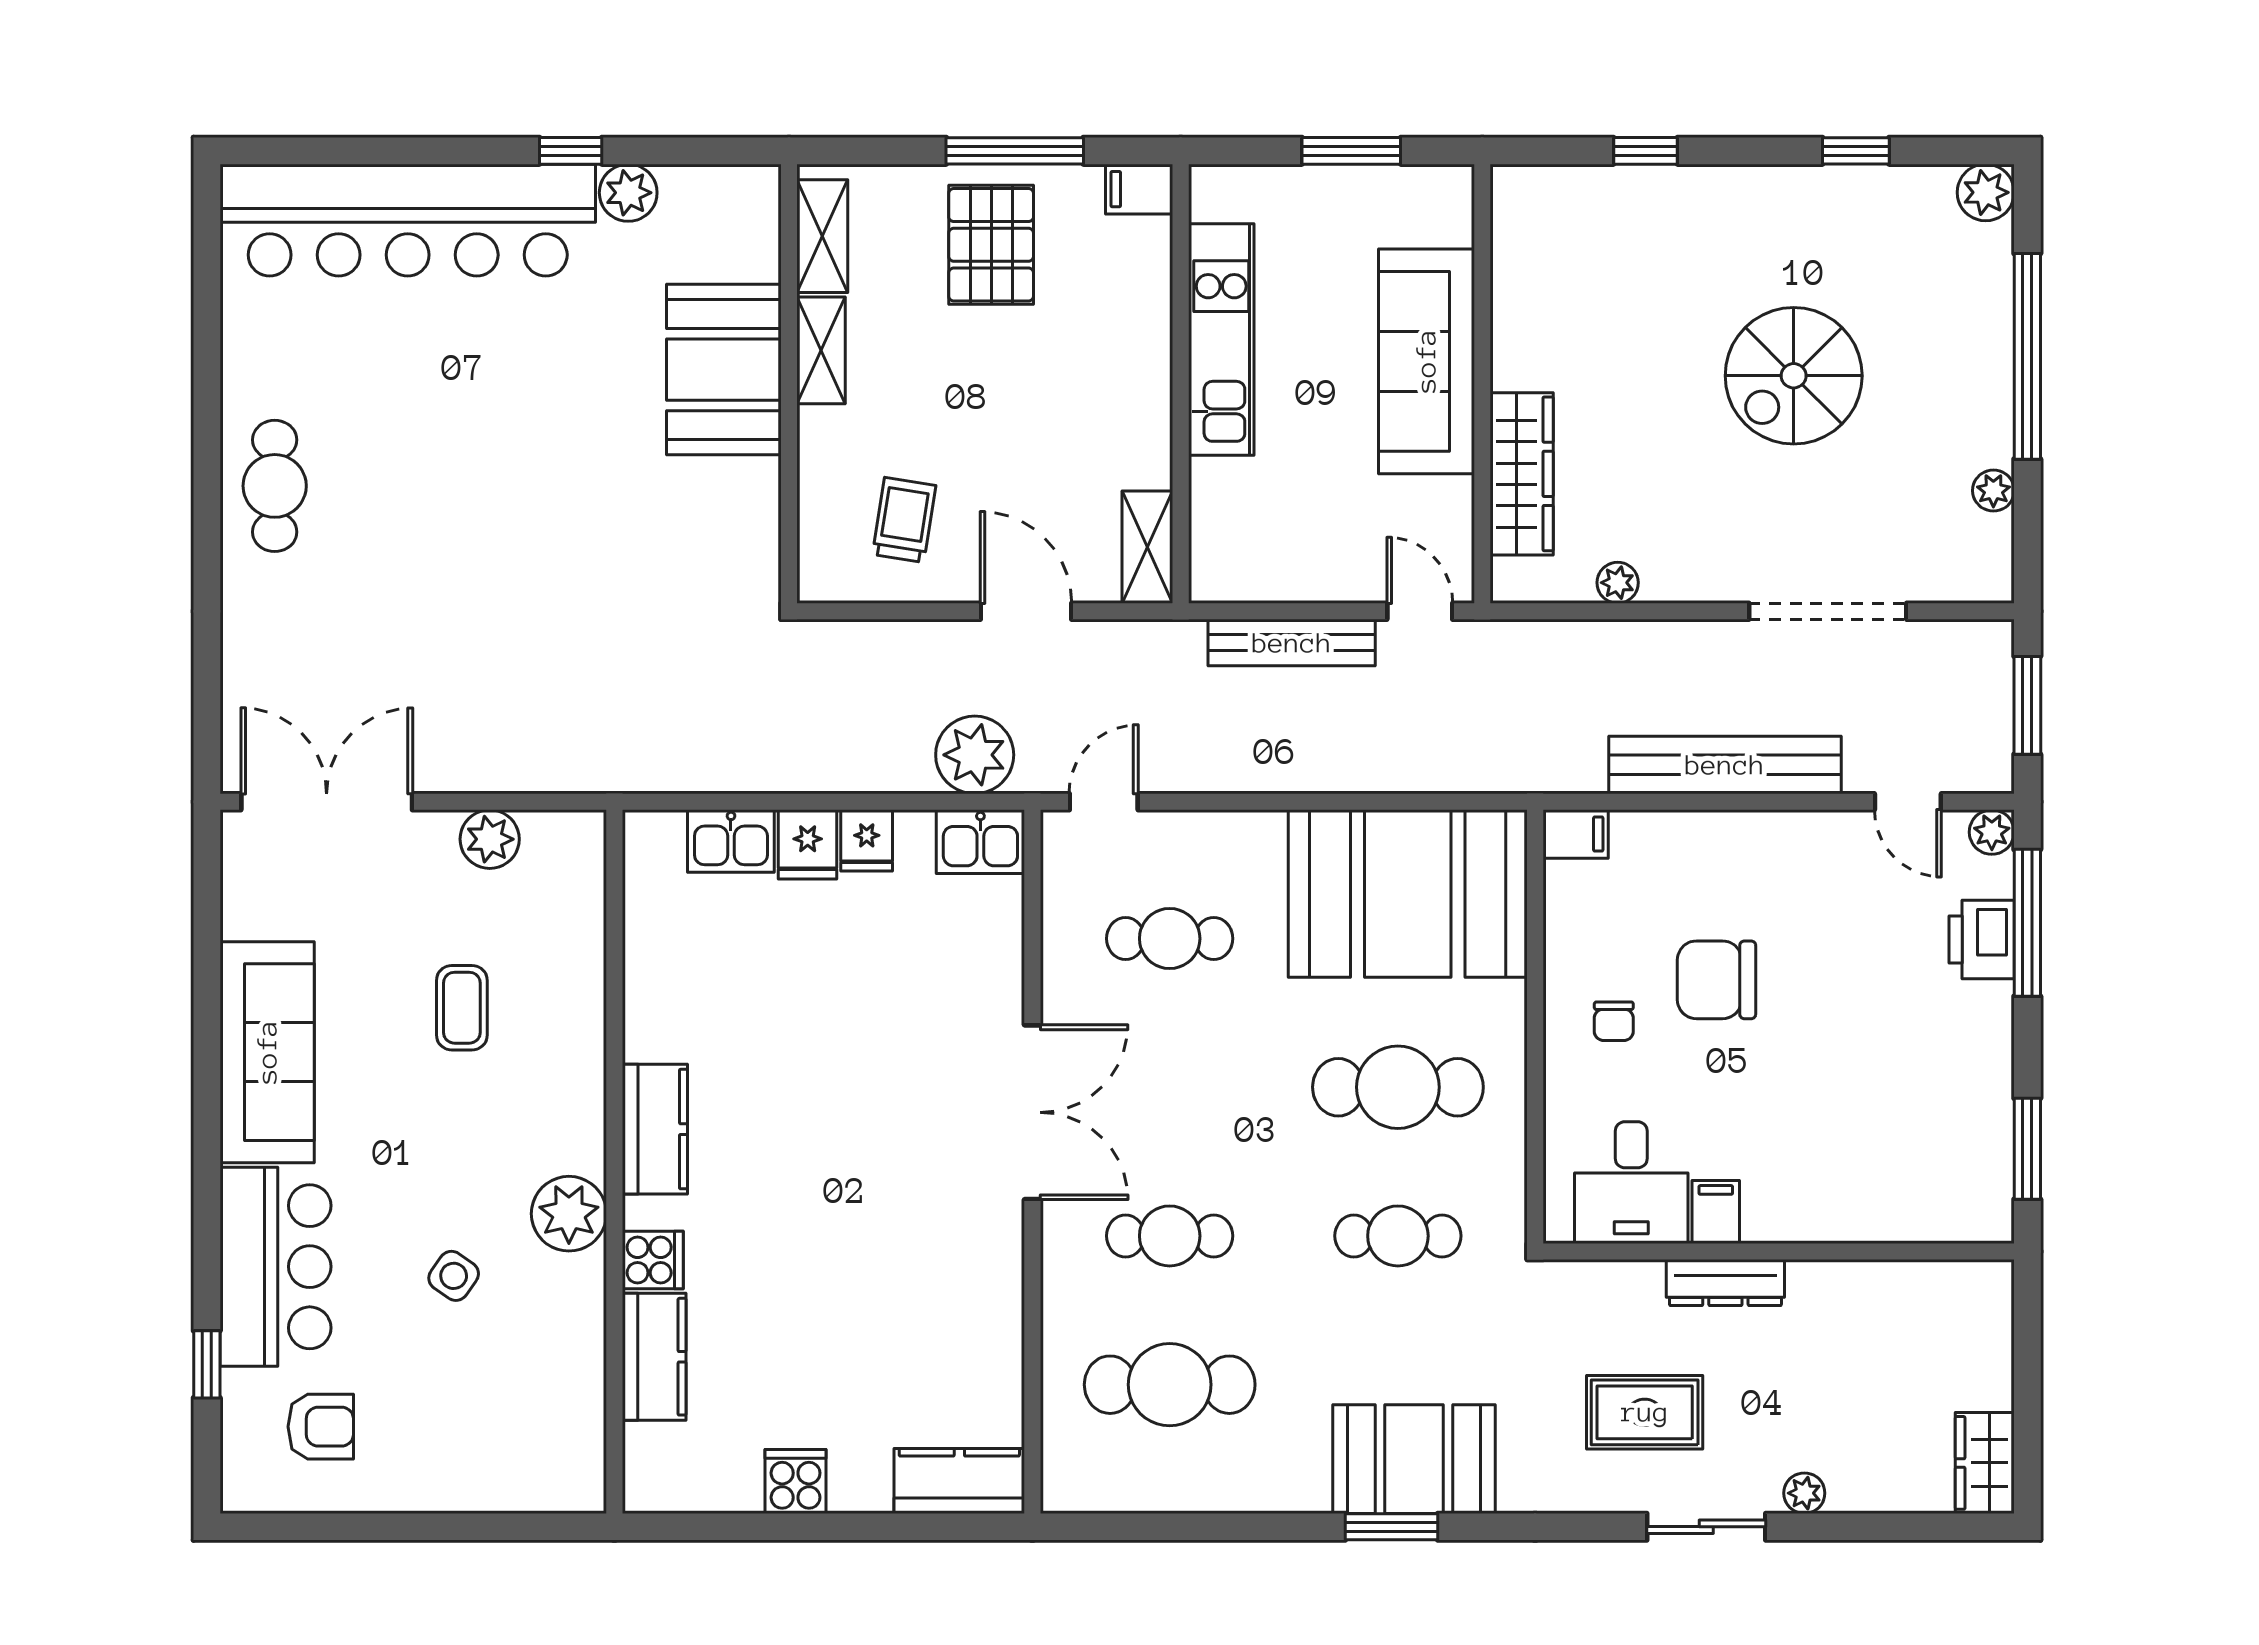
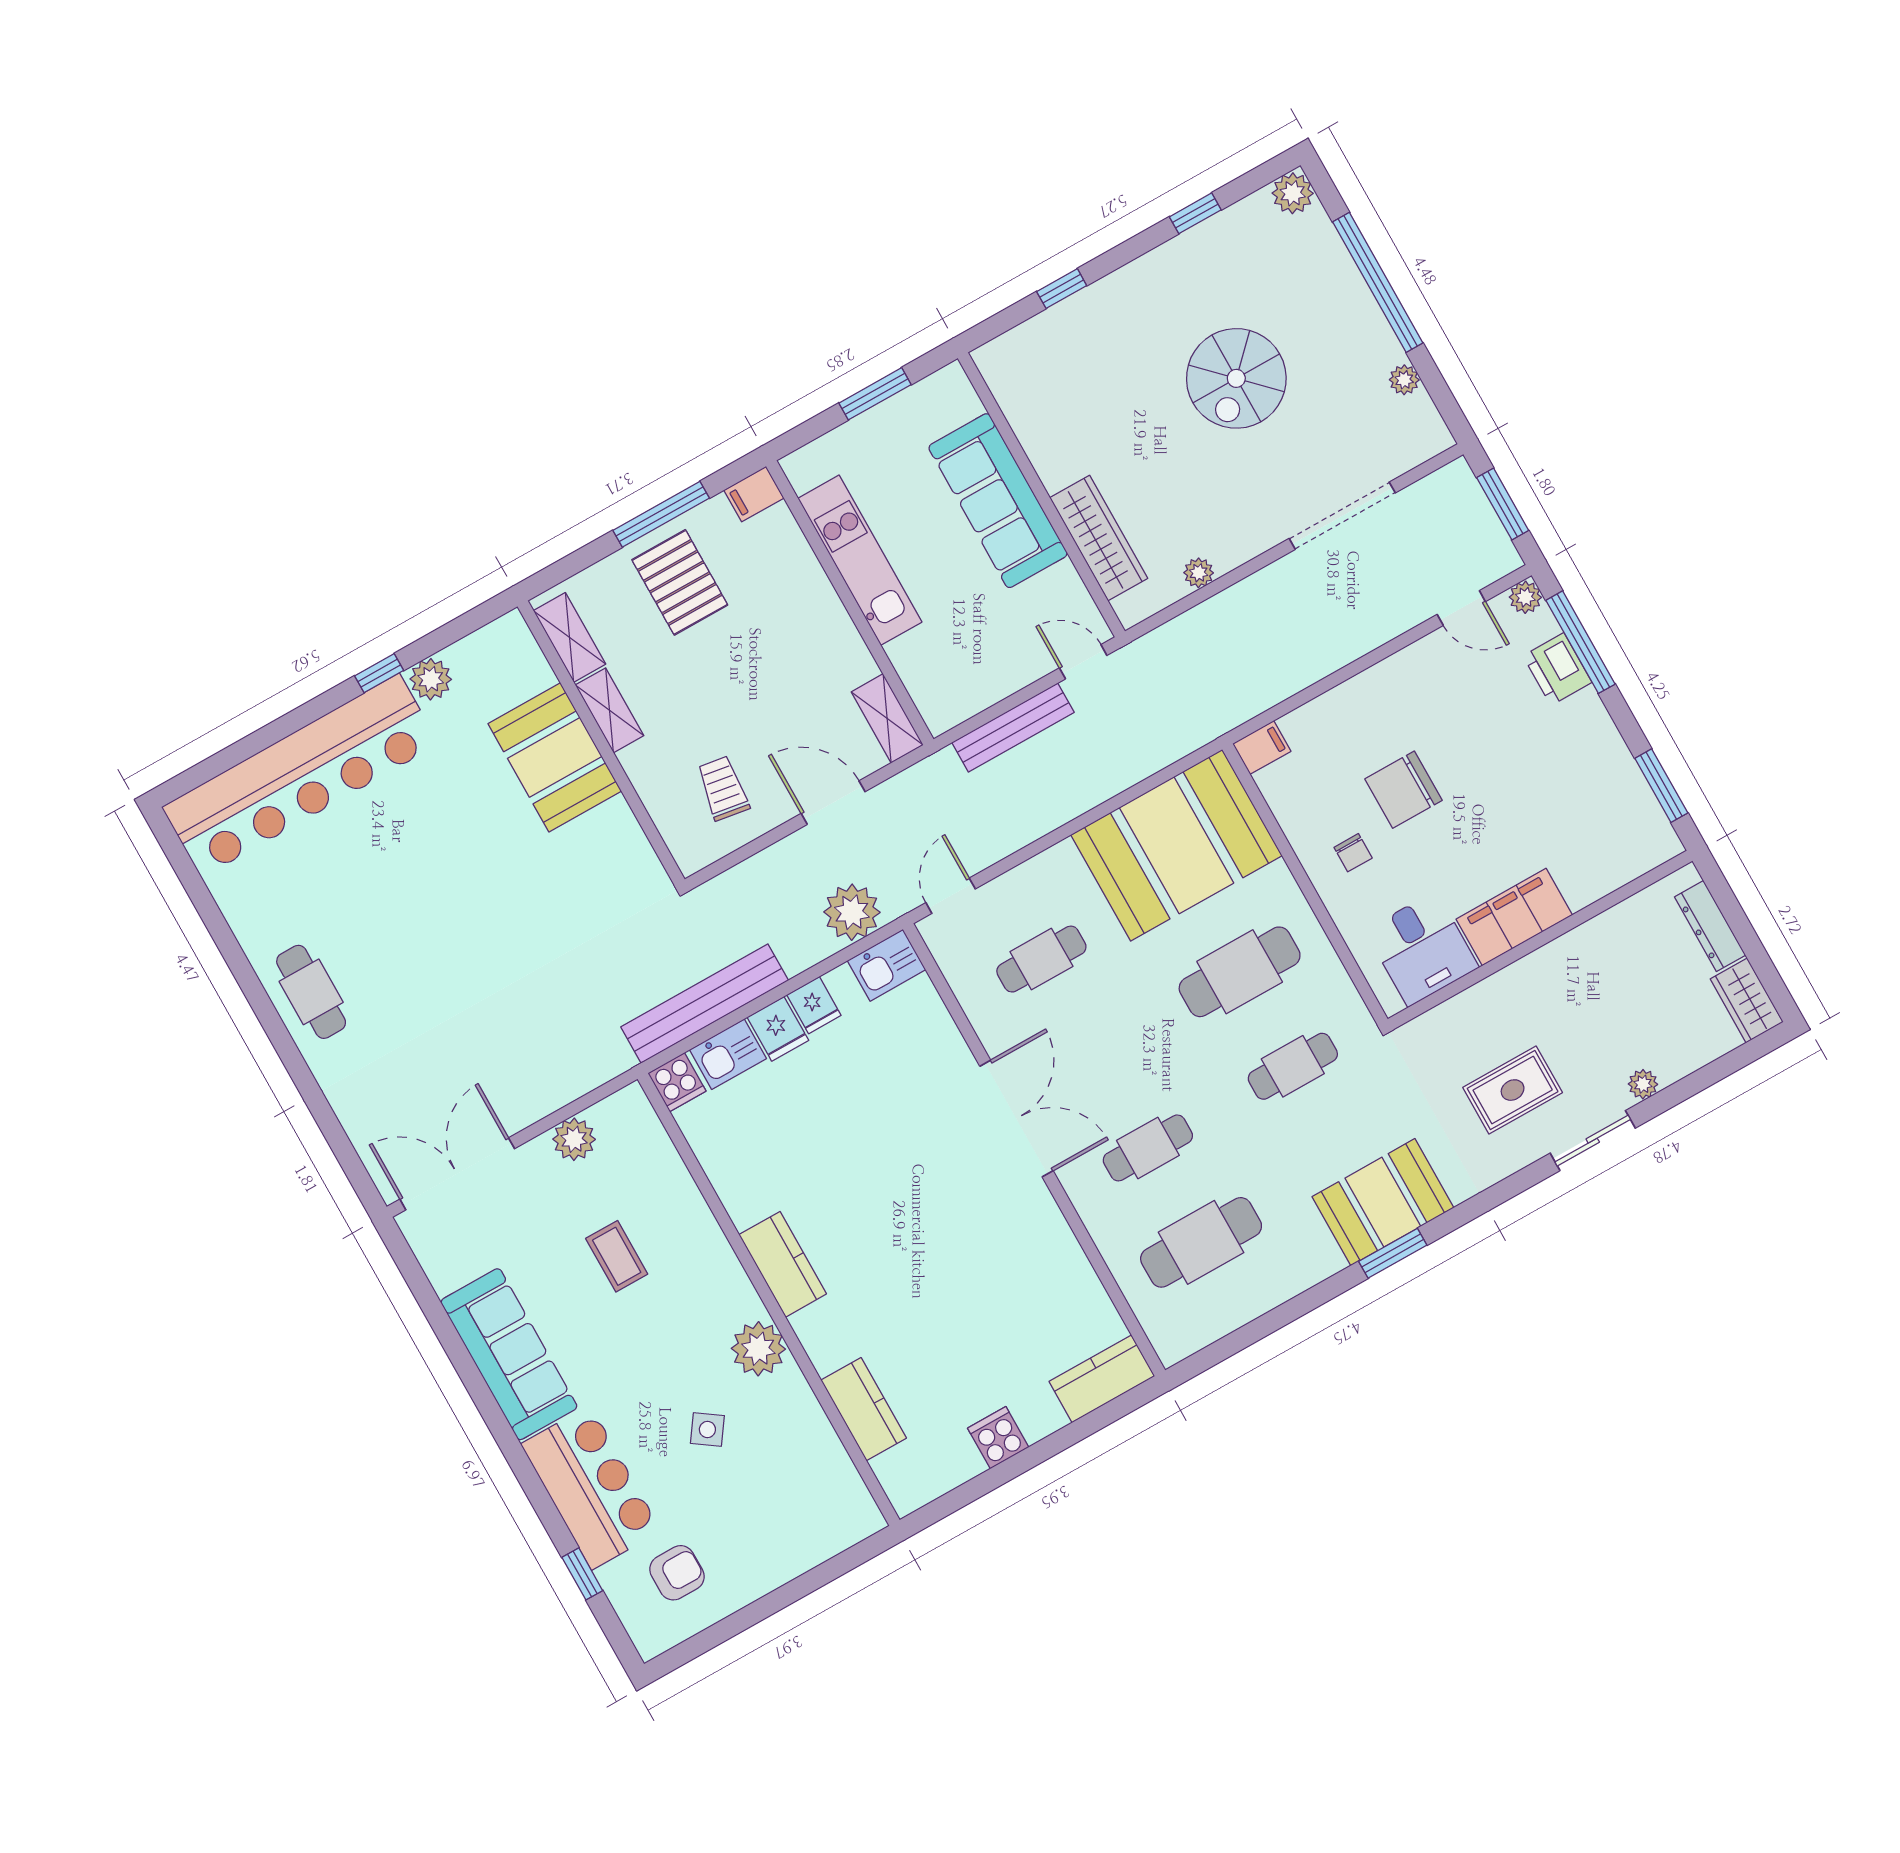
bench: (1725, 765) -> (705, 1004), moved
filing cabinet: (1716, 1212) -> (1514, 917), width x3.00, depth x1.17
cooker: (653, 1260) -> (677, 1082), moved, turned 90
dresser: (1725, 1283) -> (1710, 926), moved, turned 90

